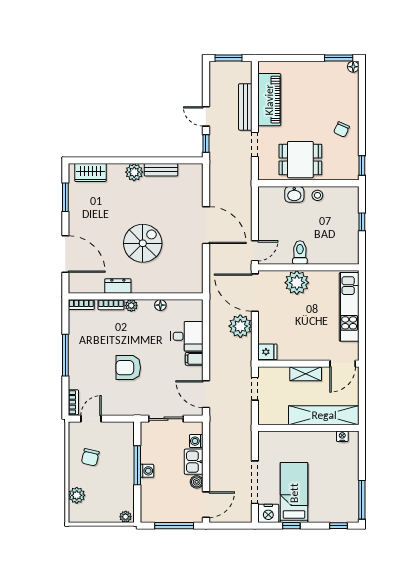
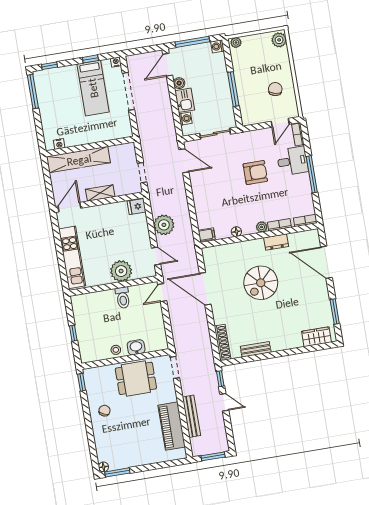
doorway: (255, 144) -> (175, 367), moved
plant: (134, 172) -> (278, 343), removed
shoe rack: (197, 184) -> (222, 343), added
door: (206, 225) -> (205, 289), moved
door: (255, 293) -> (156, 256), width x0.53
desk: (187, 336) -> (292, 161), moved, turned 180
filing cabinet: (194, 359) -> (207, 235), moved
washing machine: (147, 471) -> (217, 46), moved
plant: (77, 495) -> (279, 40), moved
nightstand: (268, 513) -> (116, 62), width x0.53, depth x0.56

